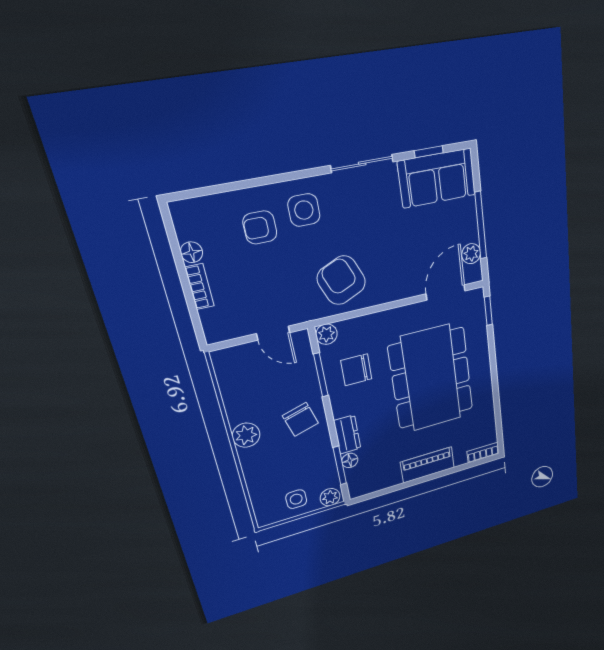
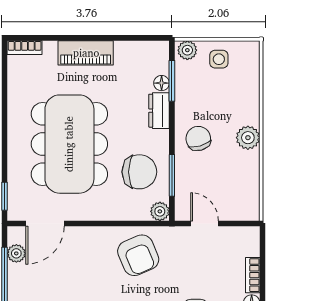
chair: (356, 370) -> (139, 172), width x1.37, depth x1.37

